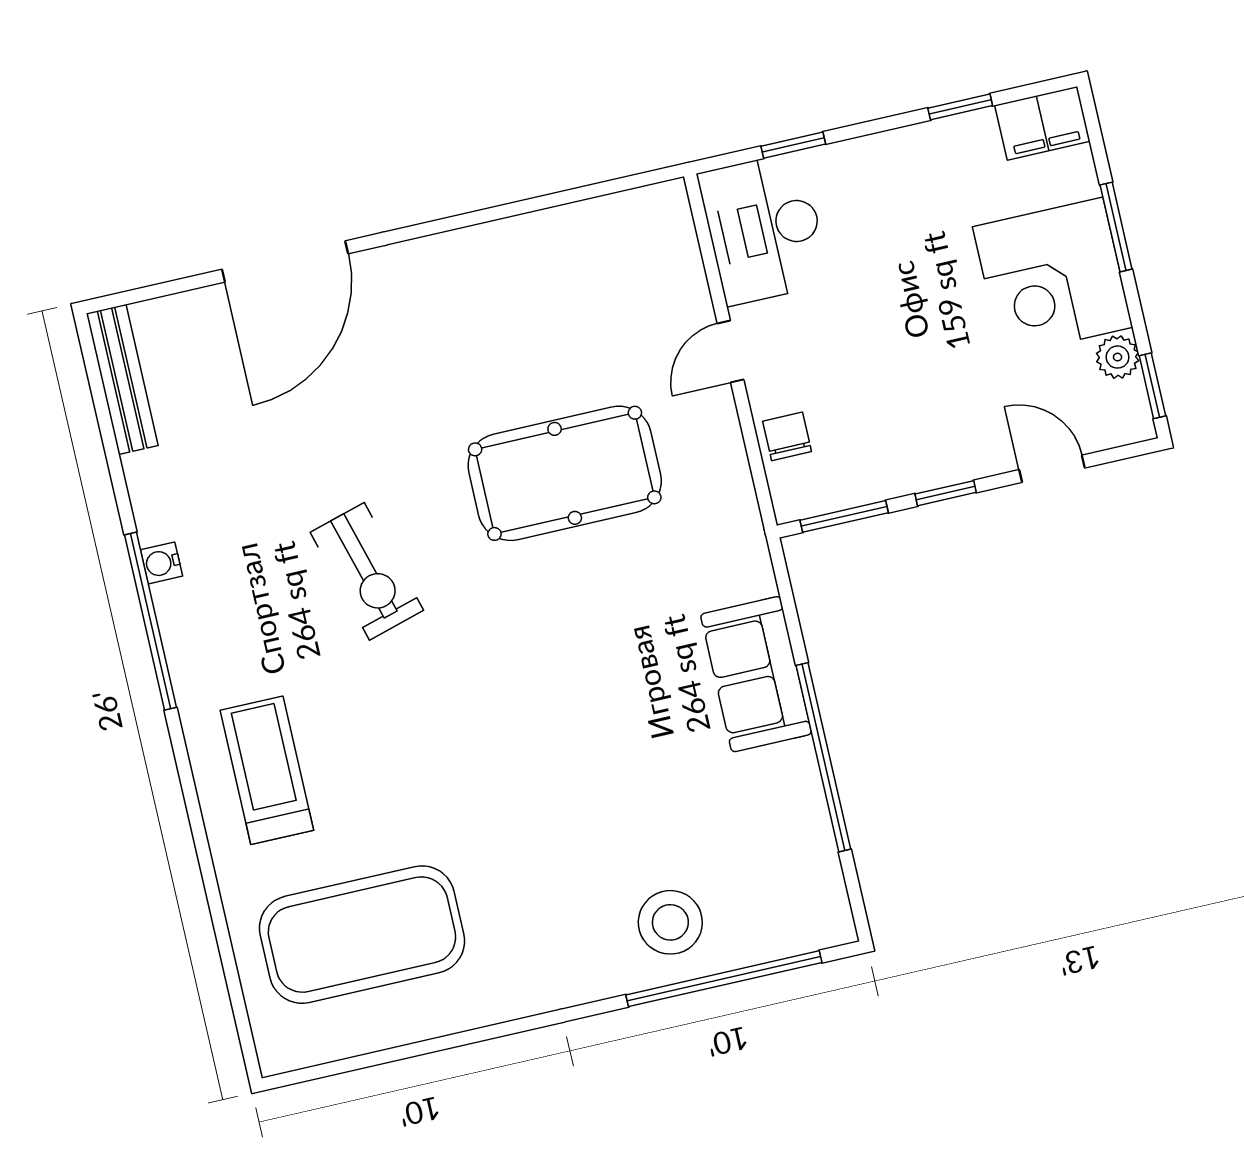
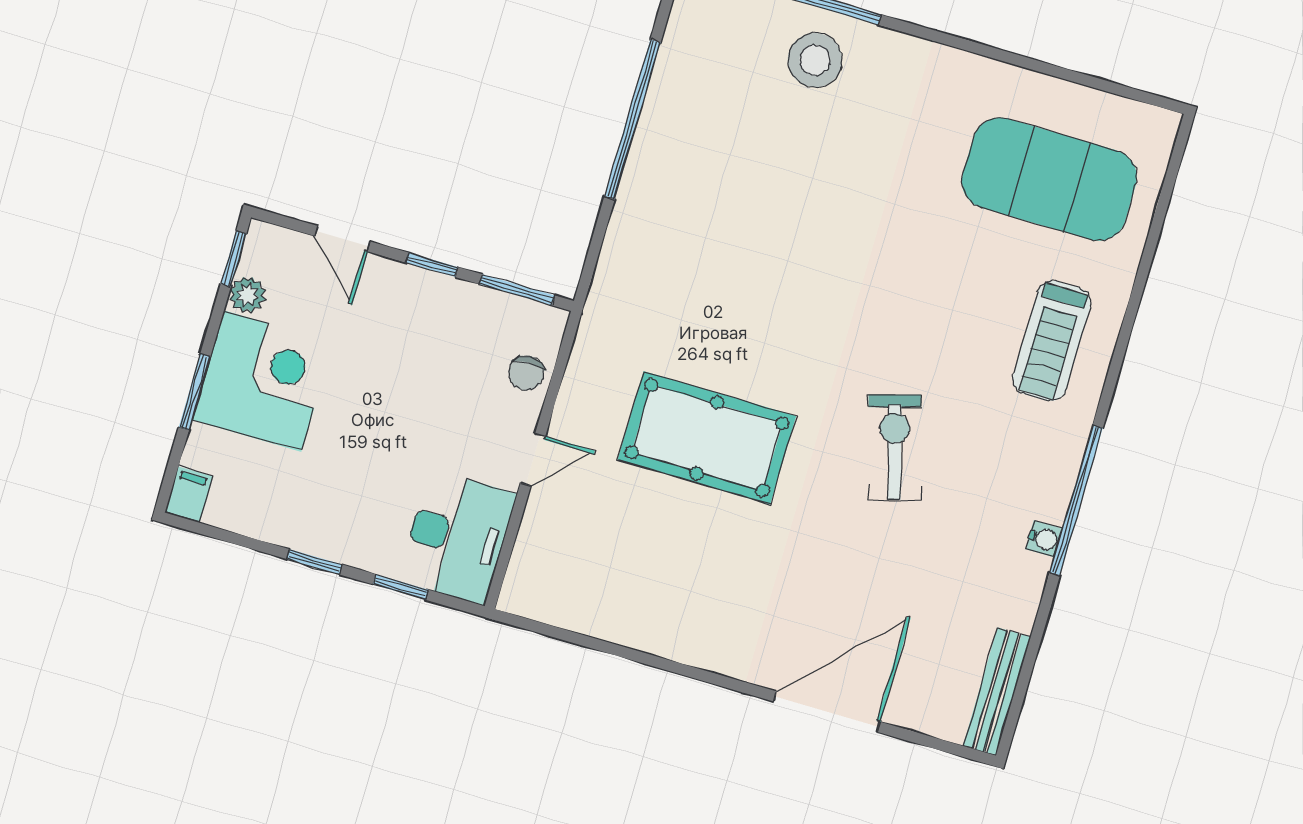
window: (960, 107) -> (315, 562), moved
filing cabinet: (1042, 123) -> (189, 495), width x0.50
sofa: (756, 674) -> (648, 209), removed

